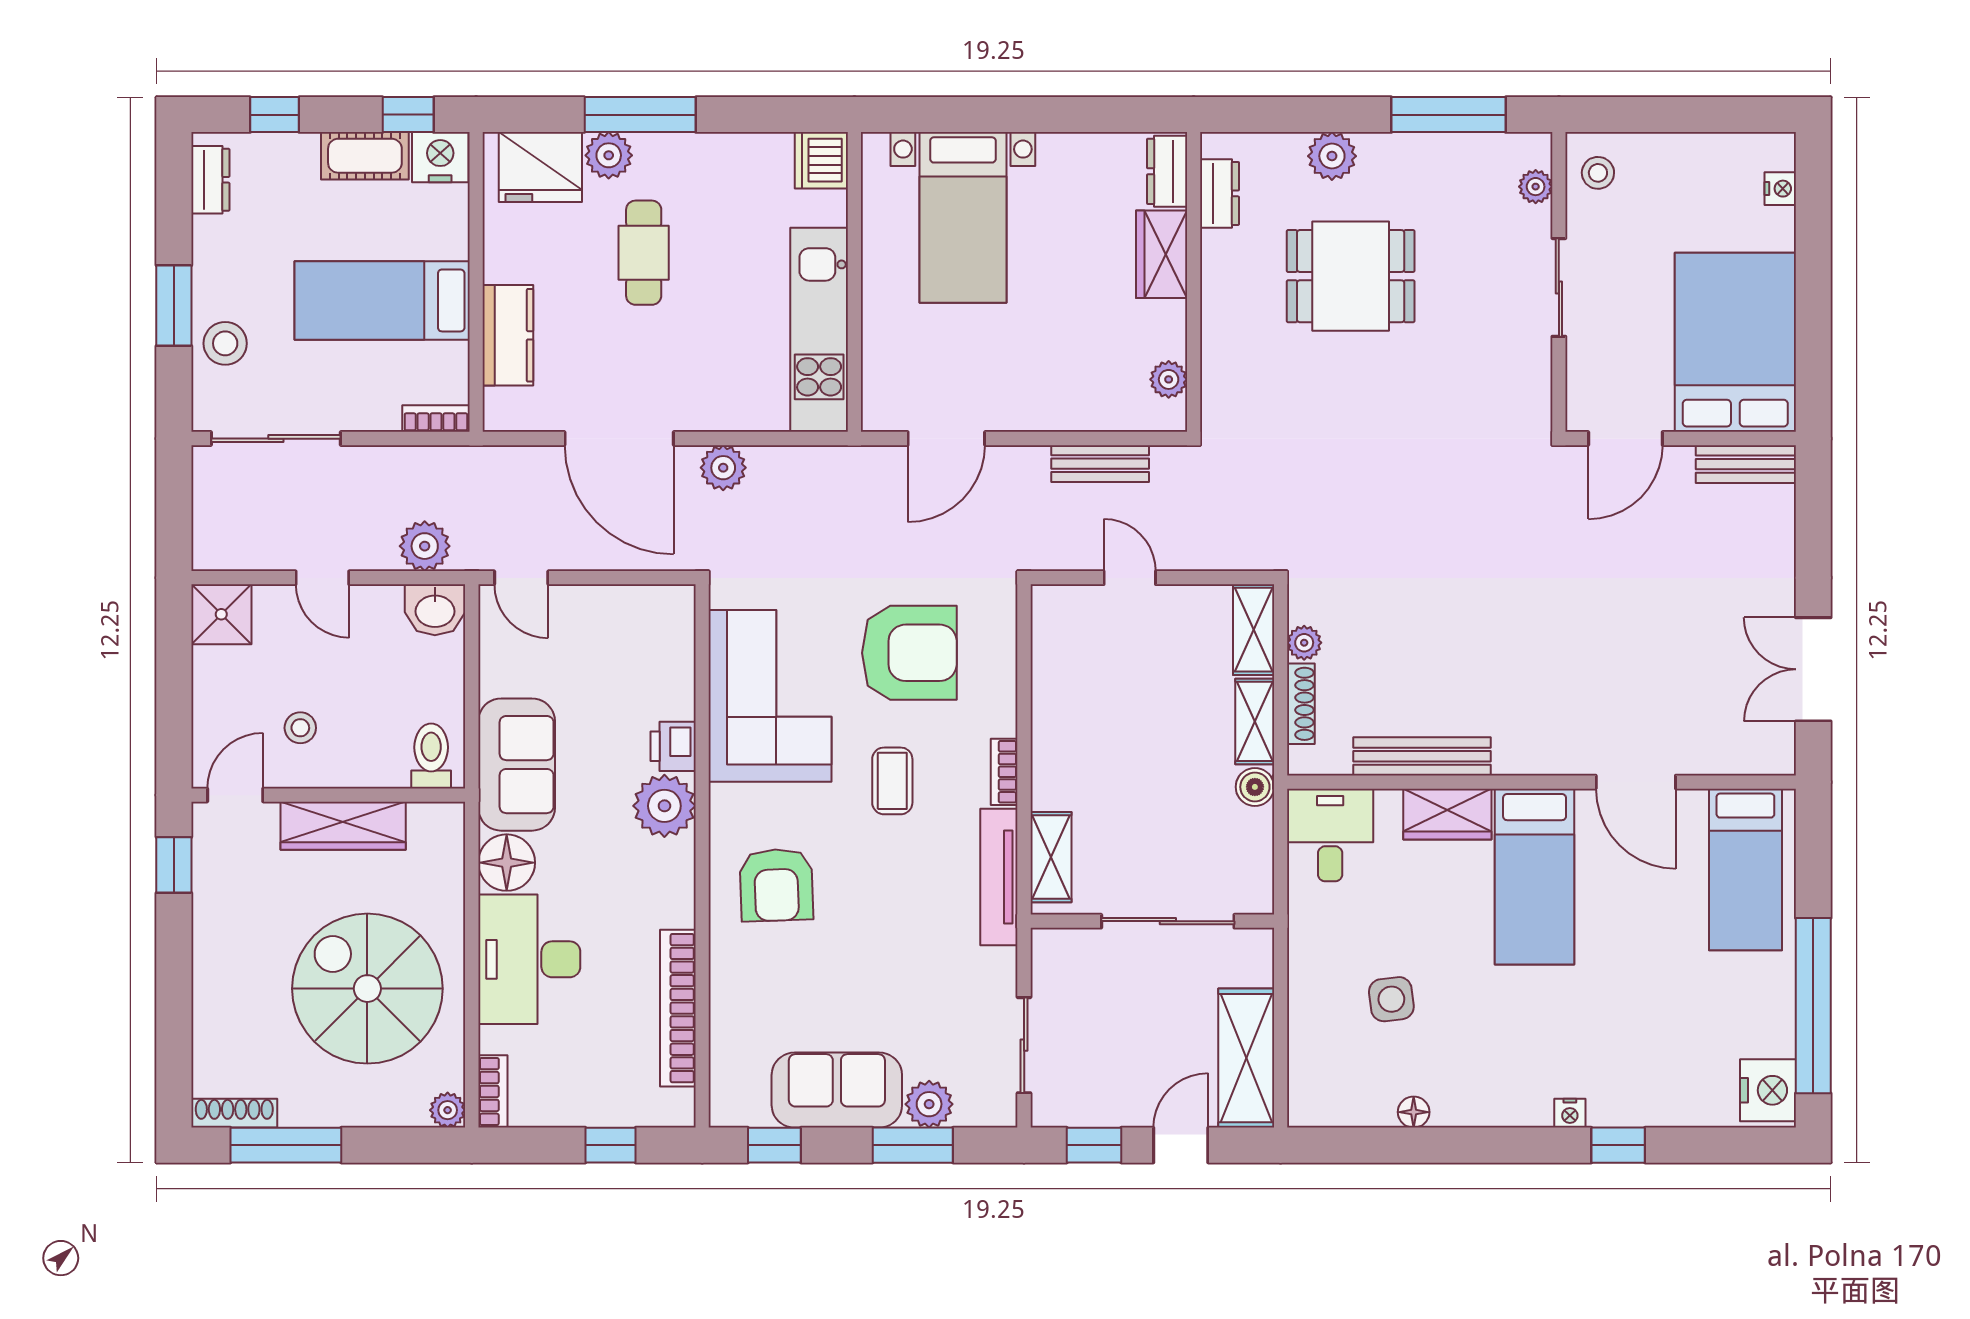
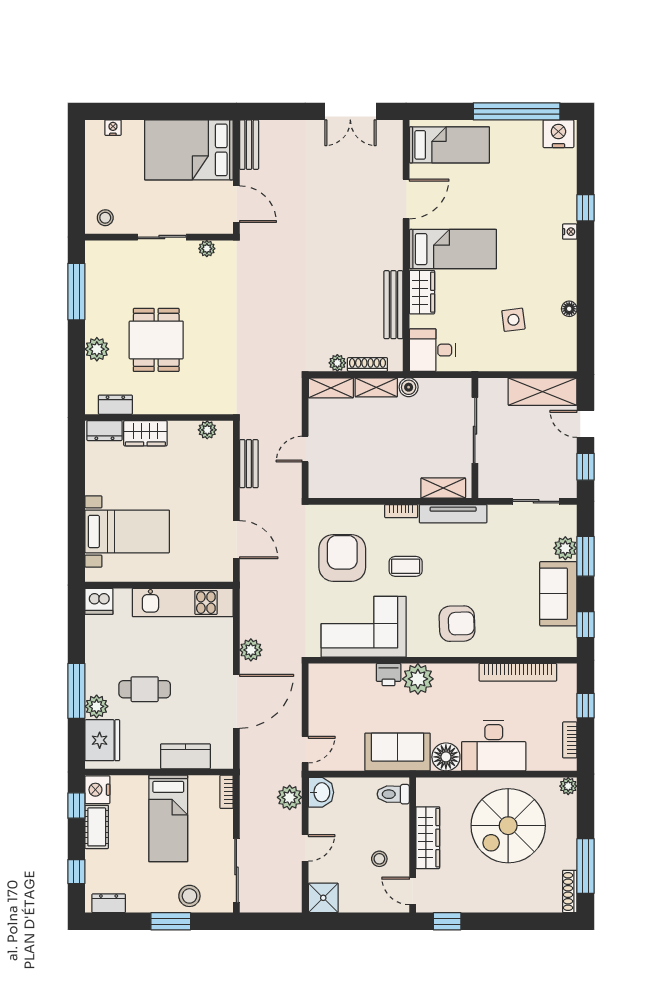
plant: (1536, 187) -> (207, 249), moved
bookcase: (493, 1091) -> (570, 740), moved, turned -90

